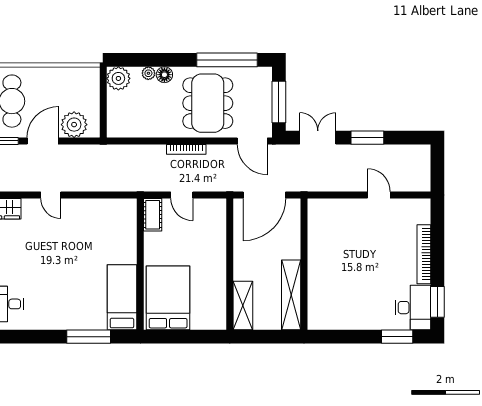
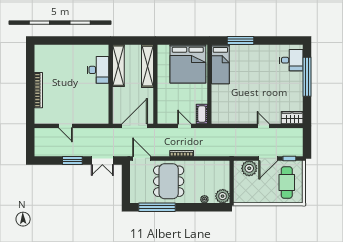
floor lamp: (164, 75) -> (195, 198), removed
window: (279, 102) -> (126, 182), removed
bed: (168, 298) -> (188, 64), width x1.36
window: (437, 302) -> (30, 61), removed
shelving: (243, 306) -> (147, 66), width x1.47
desk: (413, 308) -> (98, 70), moved, turned 180
window: (397, 337) -> (55, 40), removed

